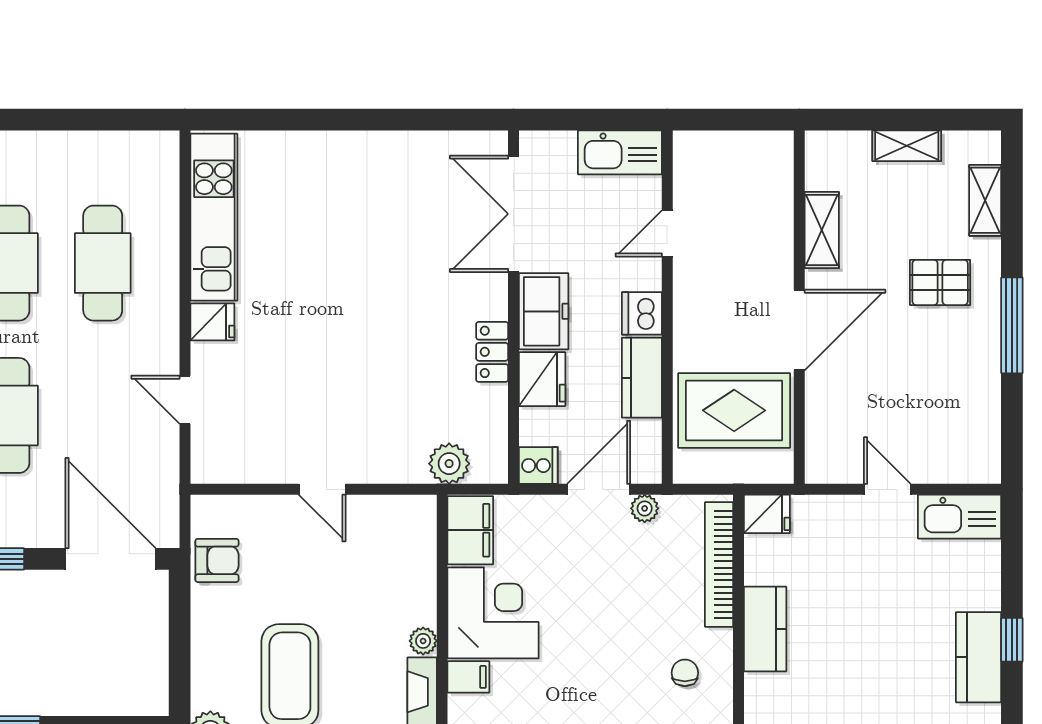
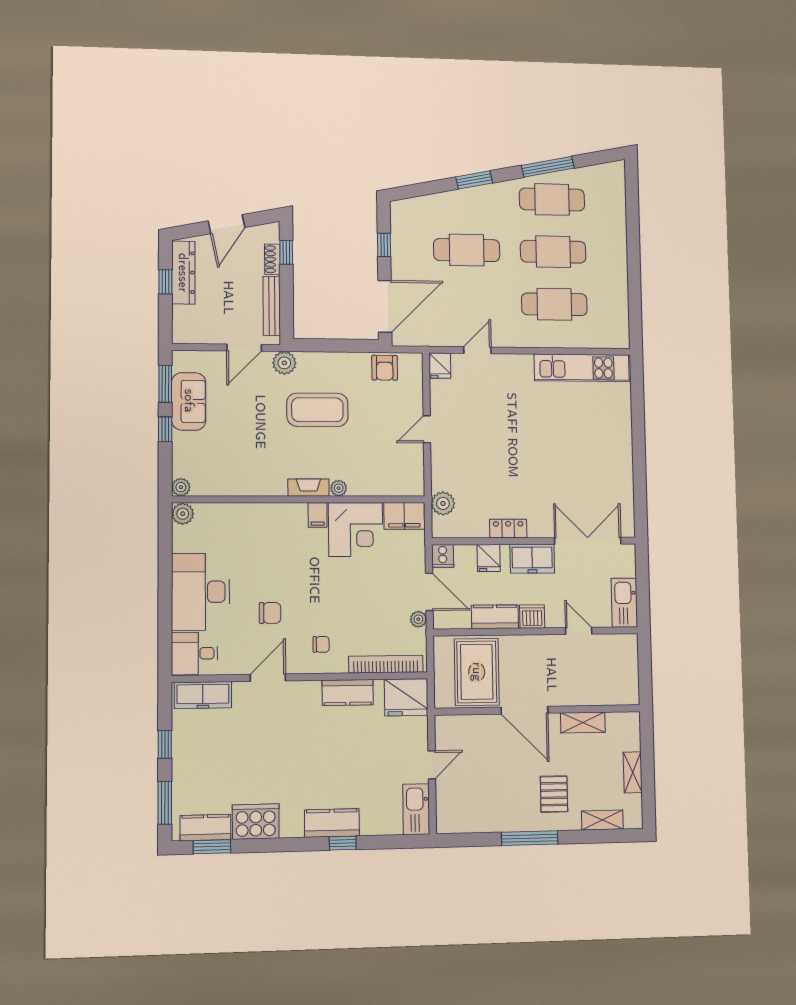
fridge: (212, 322) -> (440, 366), moved
fridge: (542, 379) -> (489, 558), width x0.72
fridge: (767, 514) -> (406, 697), width x1.88, depth x1.34

